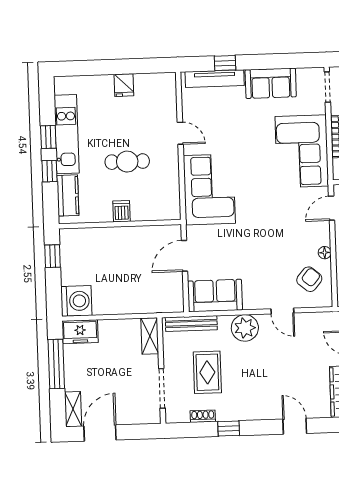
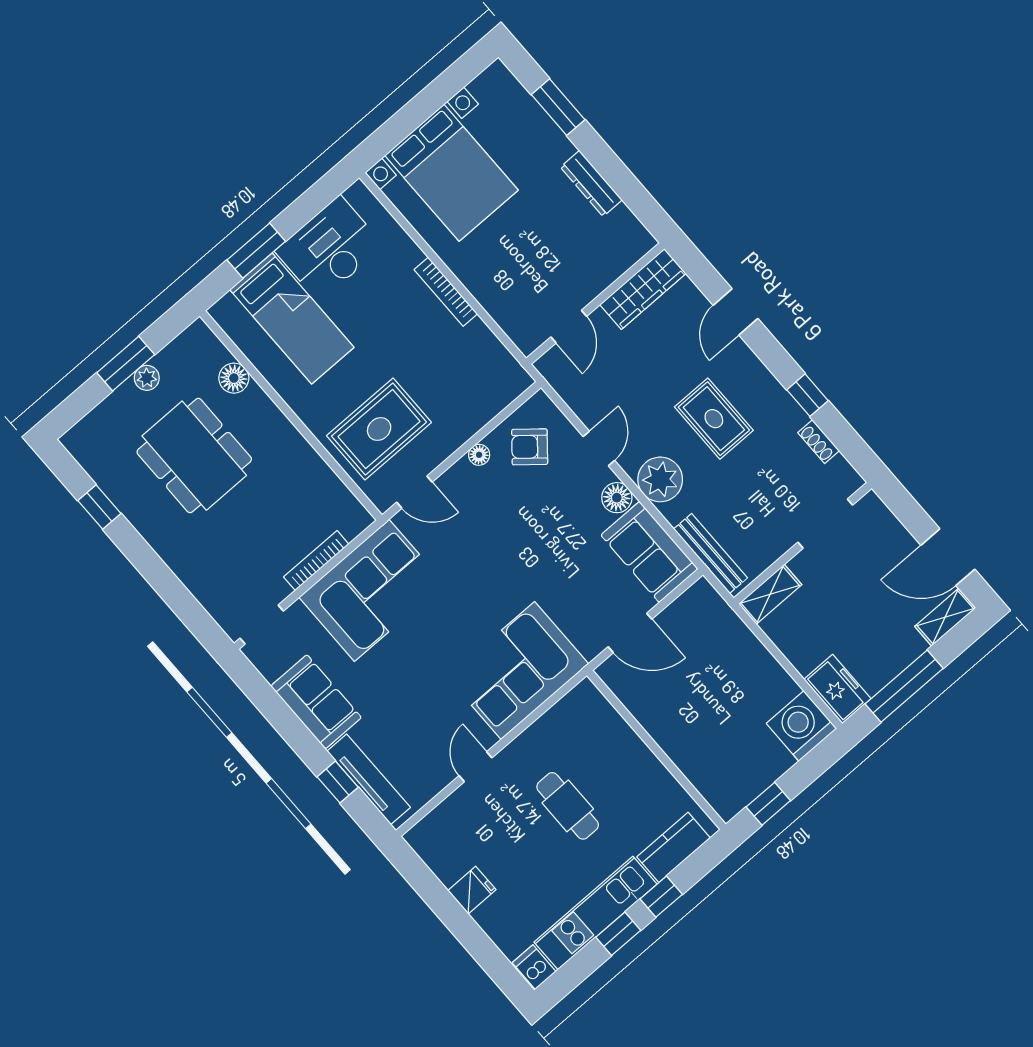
dishwasher: (122, 211) -> (534, 967), moved, turned 90
floor lamp: (253, 301) -> (617, 498), added
rug: (207, 372) -> (714, 419), moved, turned 90

